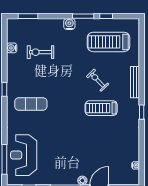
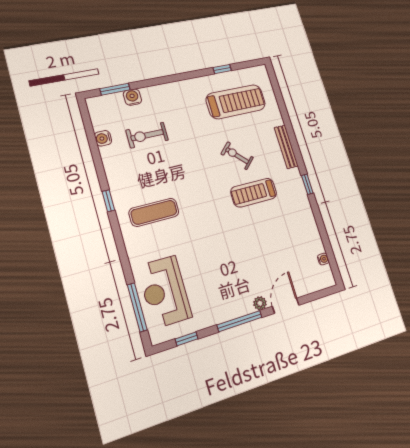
window: (83, 16) -> (192, 75), removed
water cooler: (69, 24) -> (132, 97), moved
treadmill: (109, 42) -> (236, 102), turned 180

